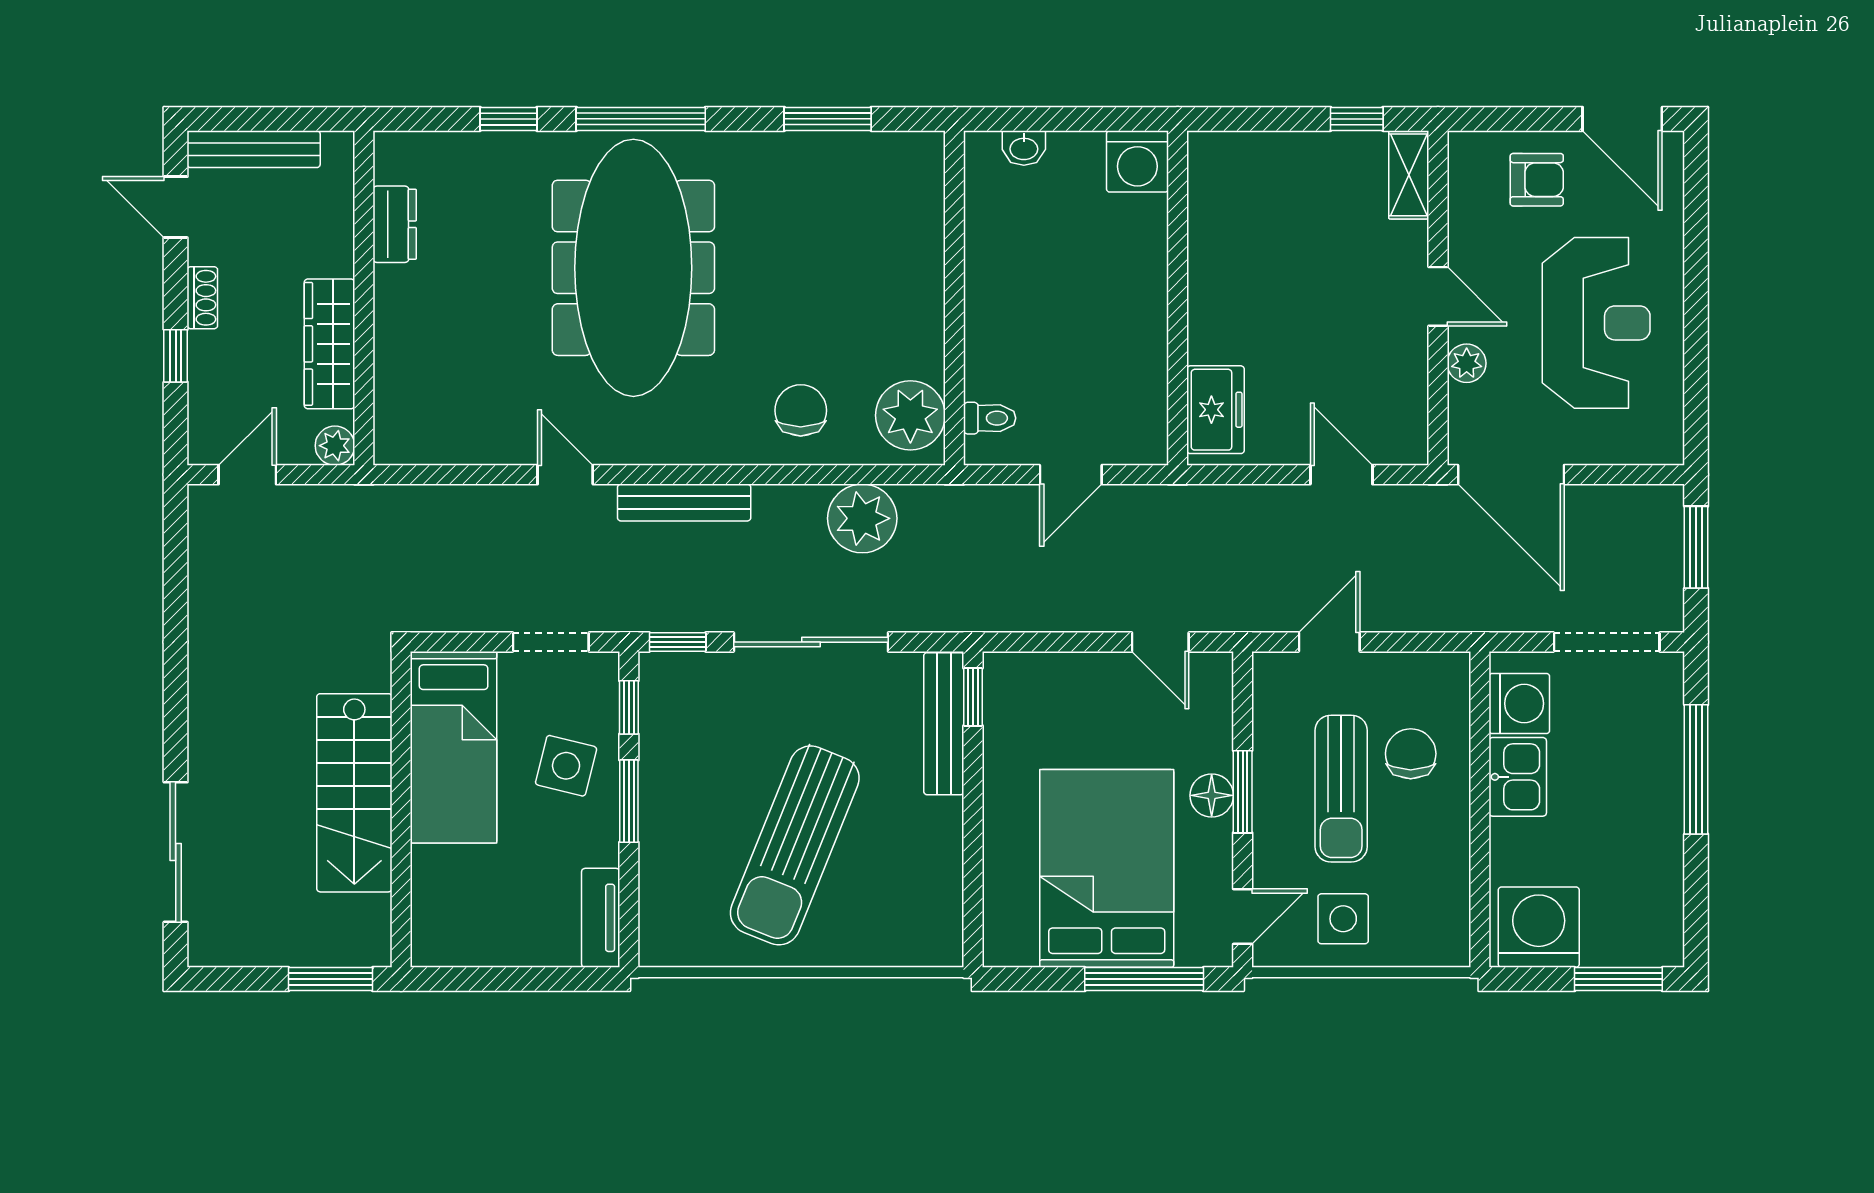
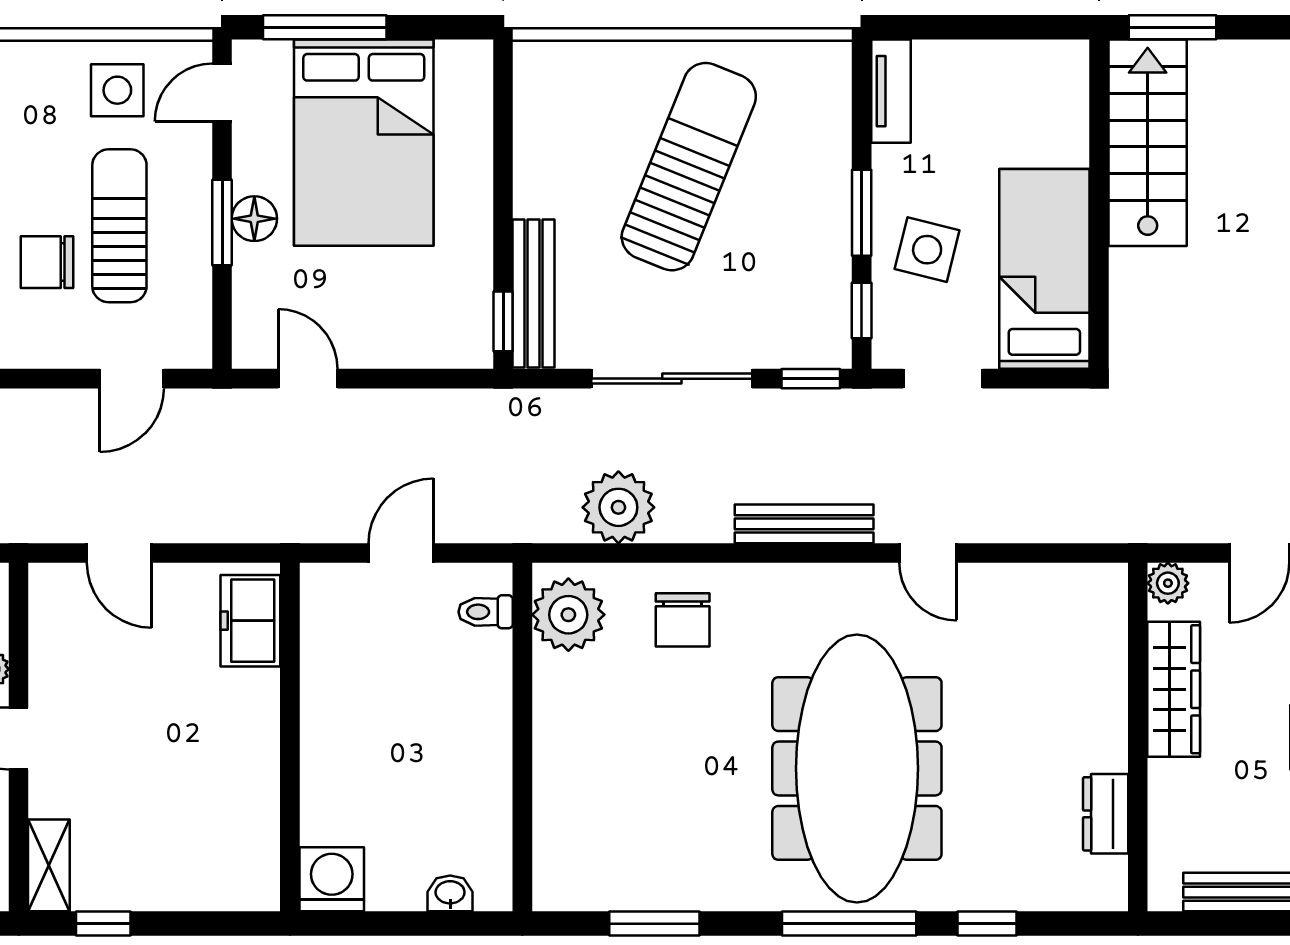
chair: (1411, 754) -> (47, 262), turned 90
stairs: (354, 793) -> (1148, 143), moved

